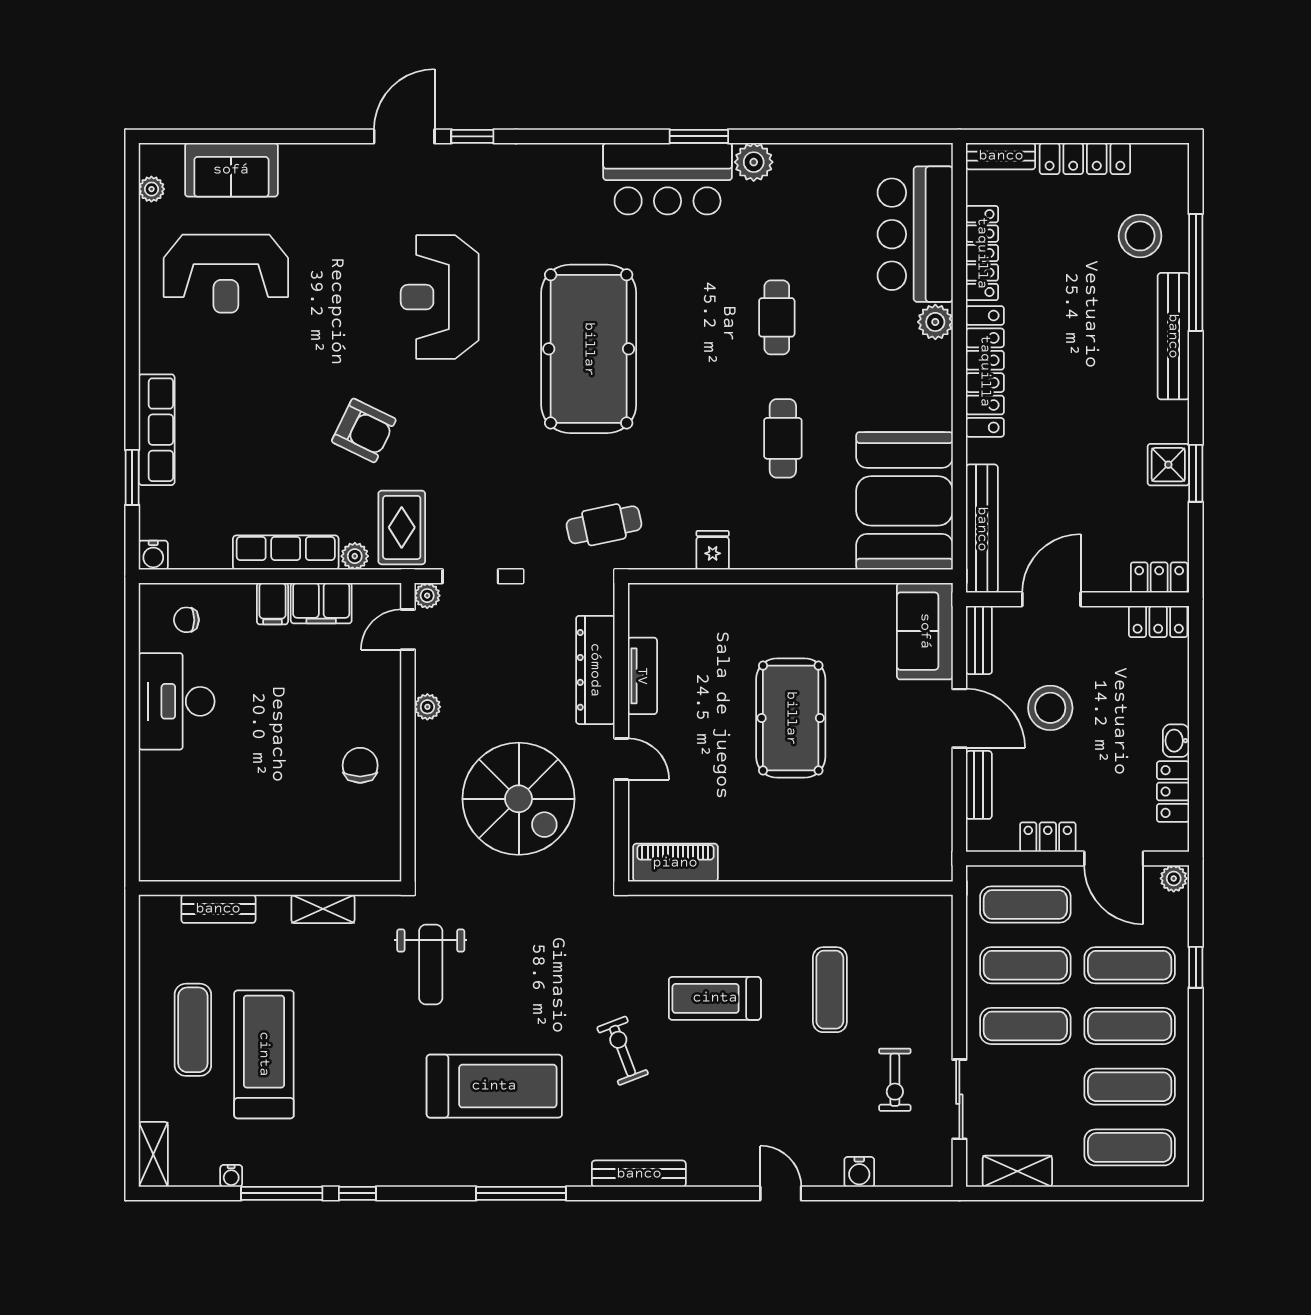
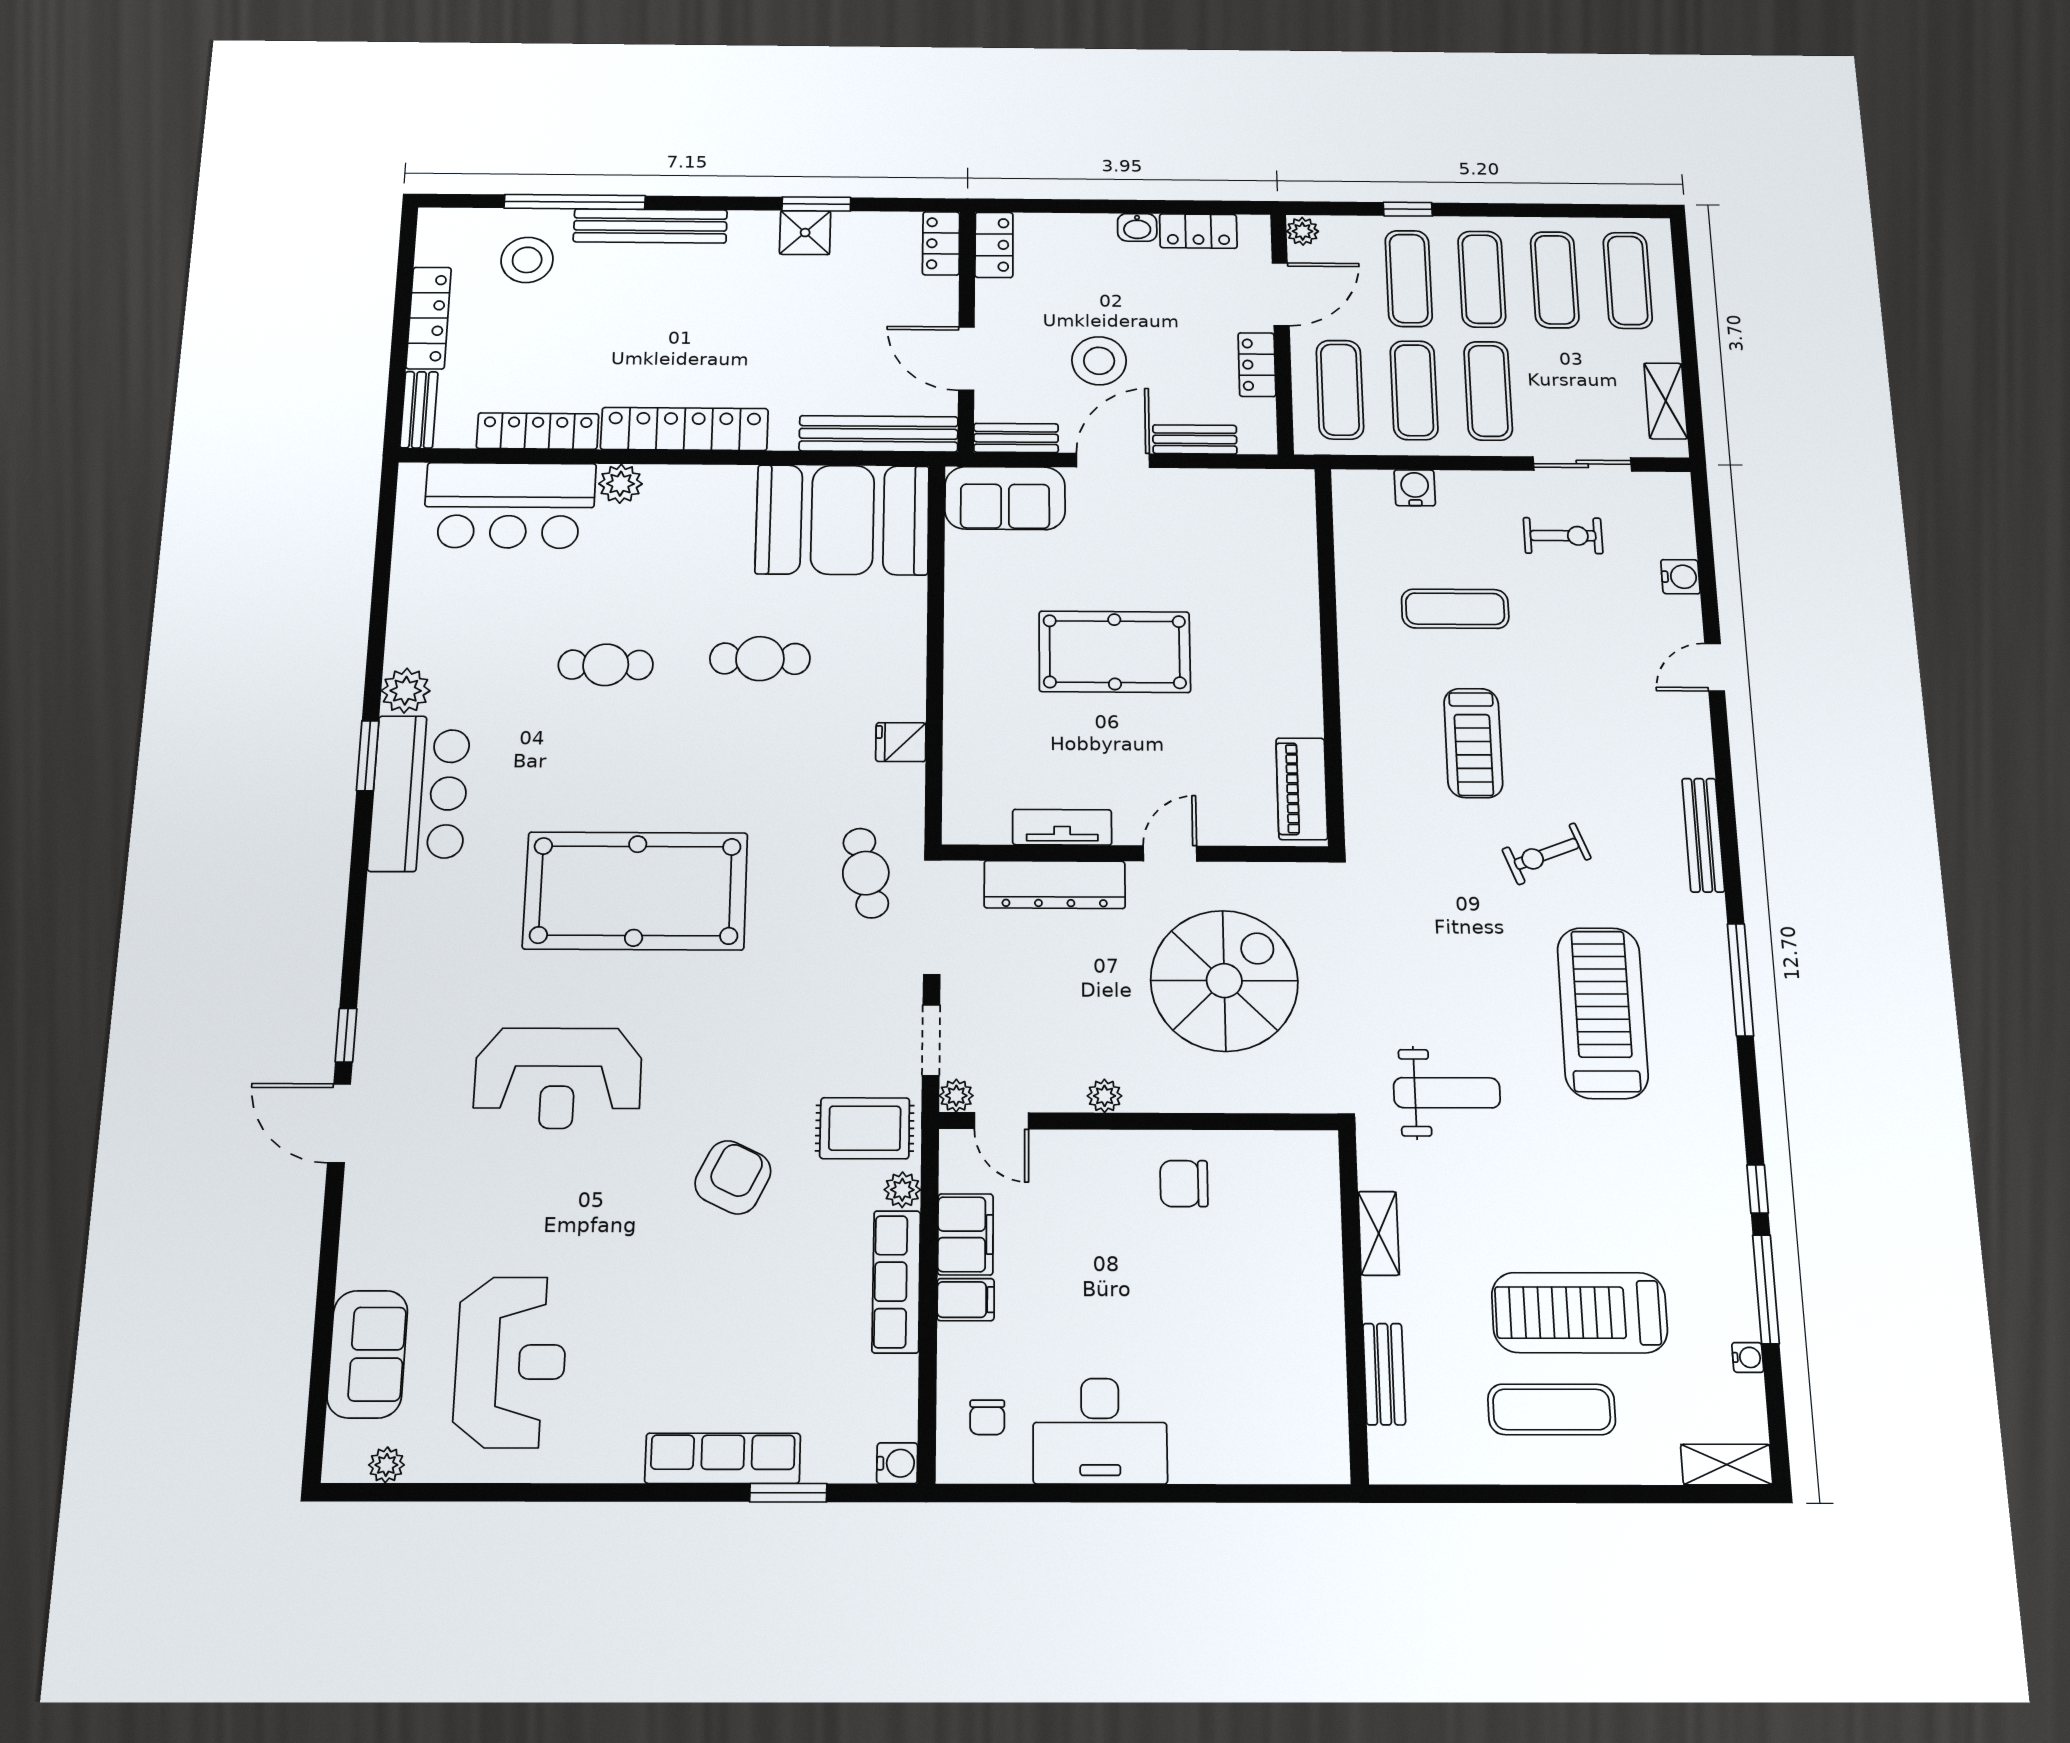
water cooler: (937, 962) -> (1415, 488), added

